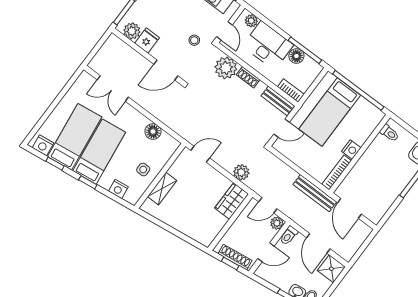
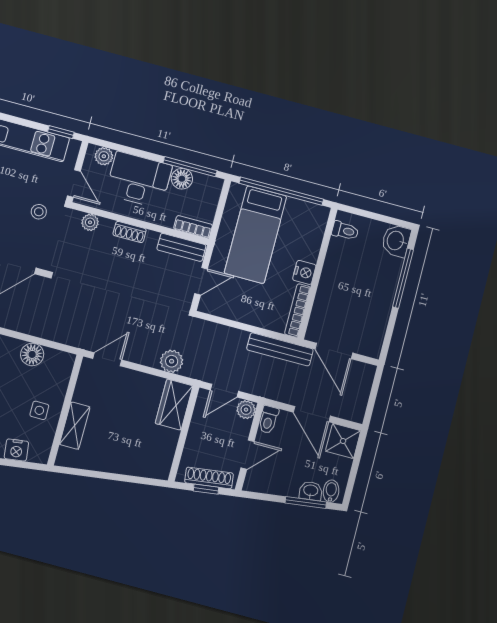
plant: (226, 68) -> (90, 222), width x0.53, depth x0.53

